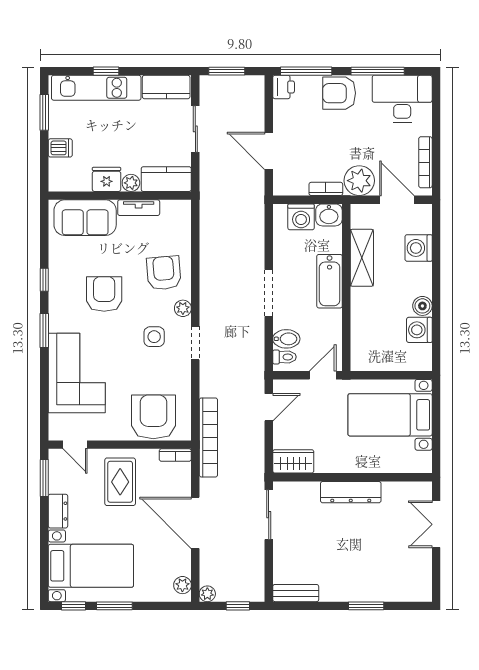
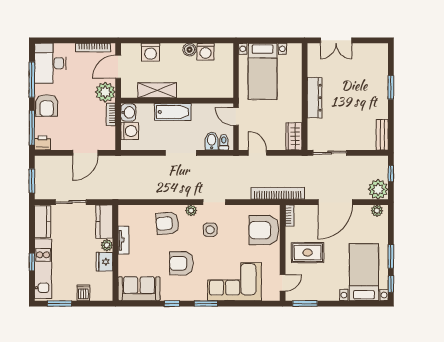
sofa: (85, 218) -> (139, 289), moved, turned -90
dresser: (58, 511) -> (327, 294), removed
plant: (207, 594) -> (378, 189), width x1.88, depth x1.88

